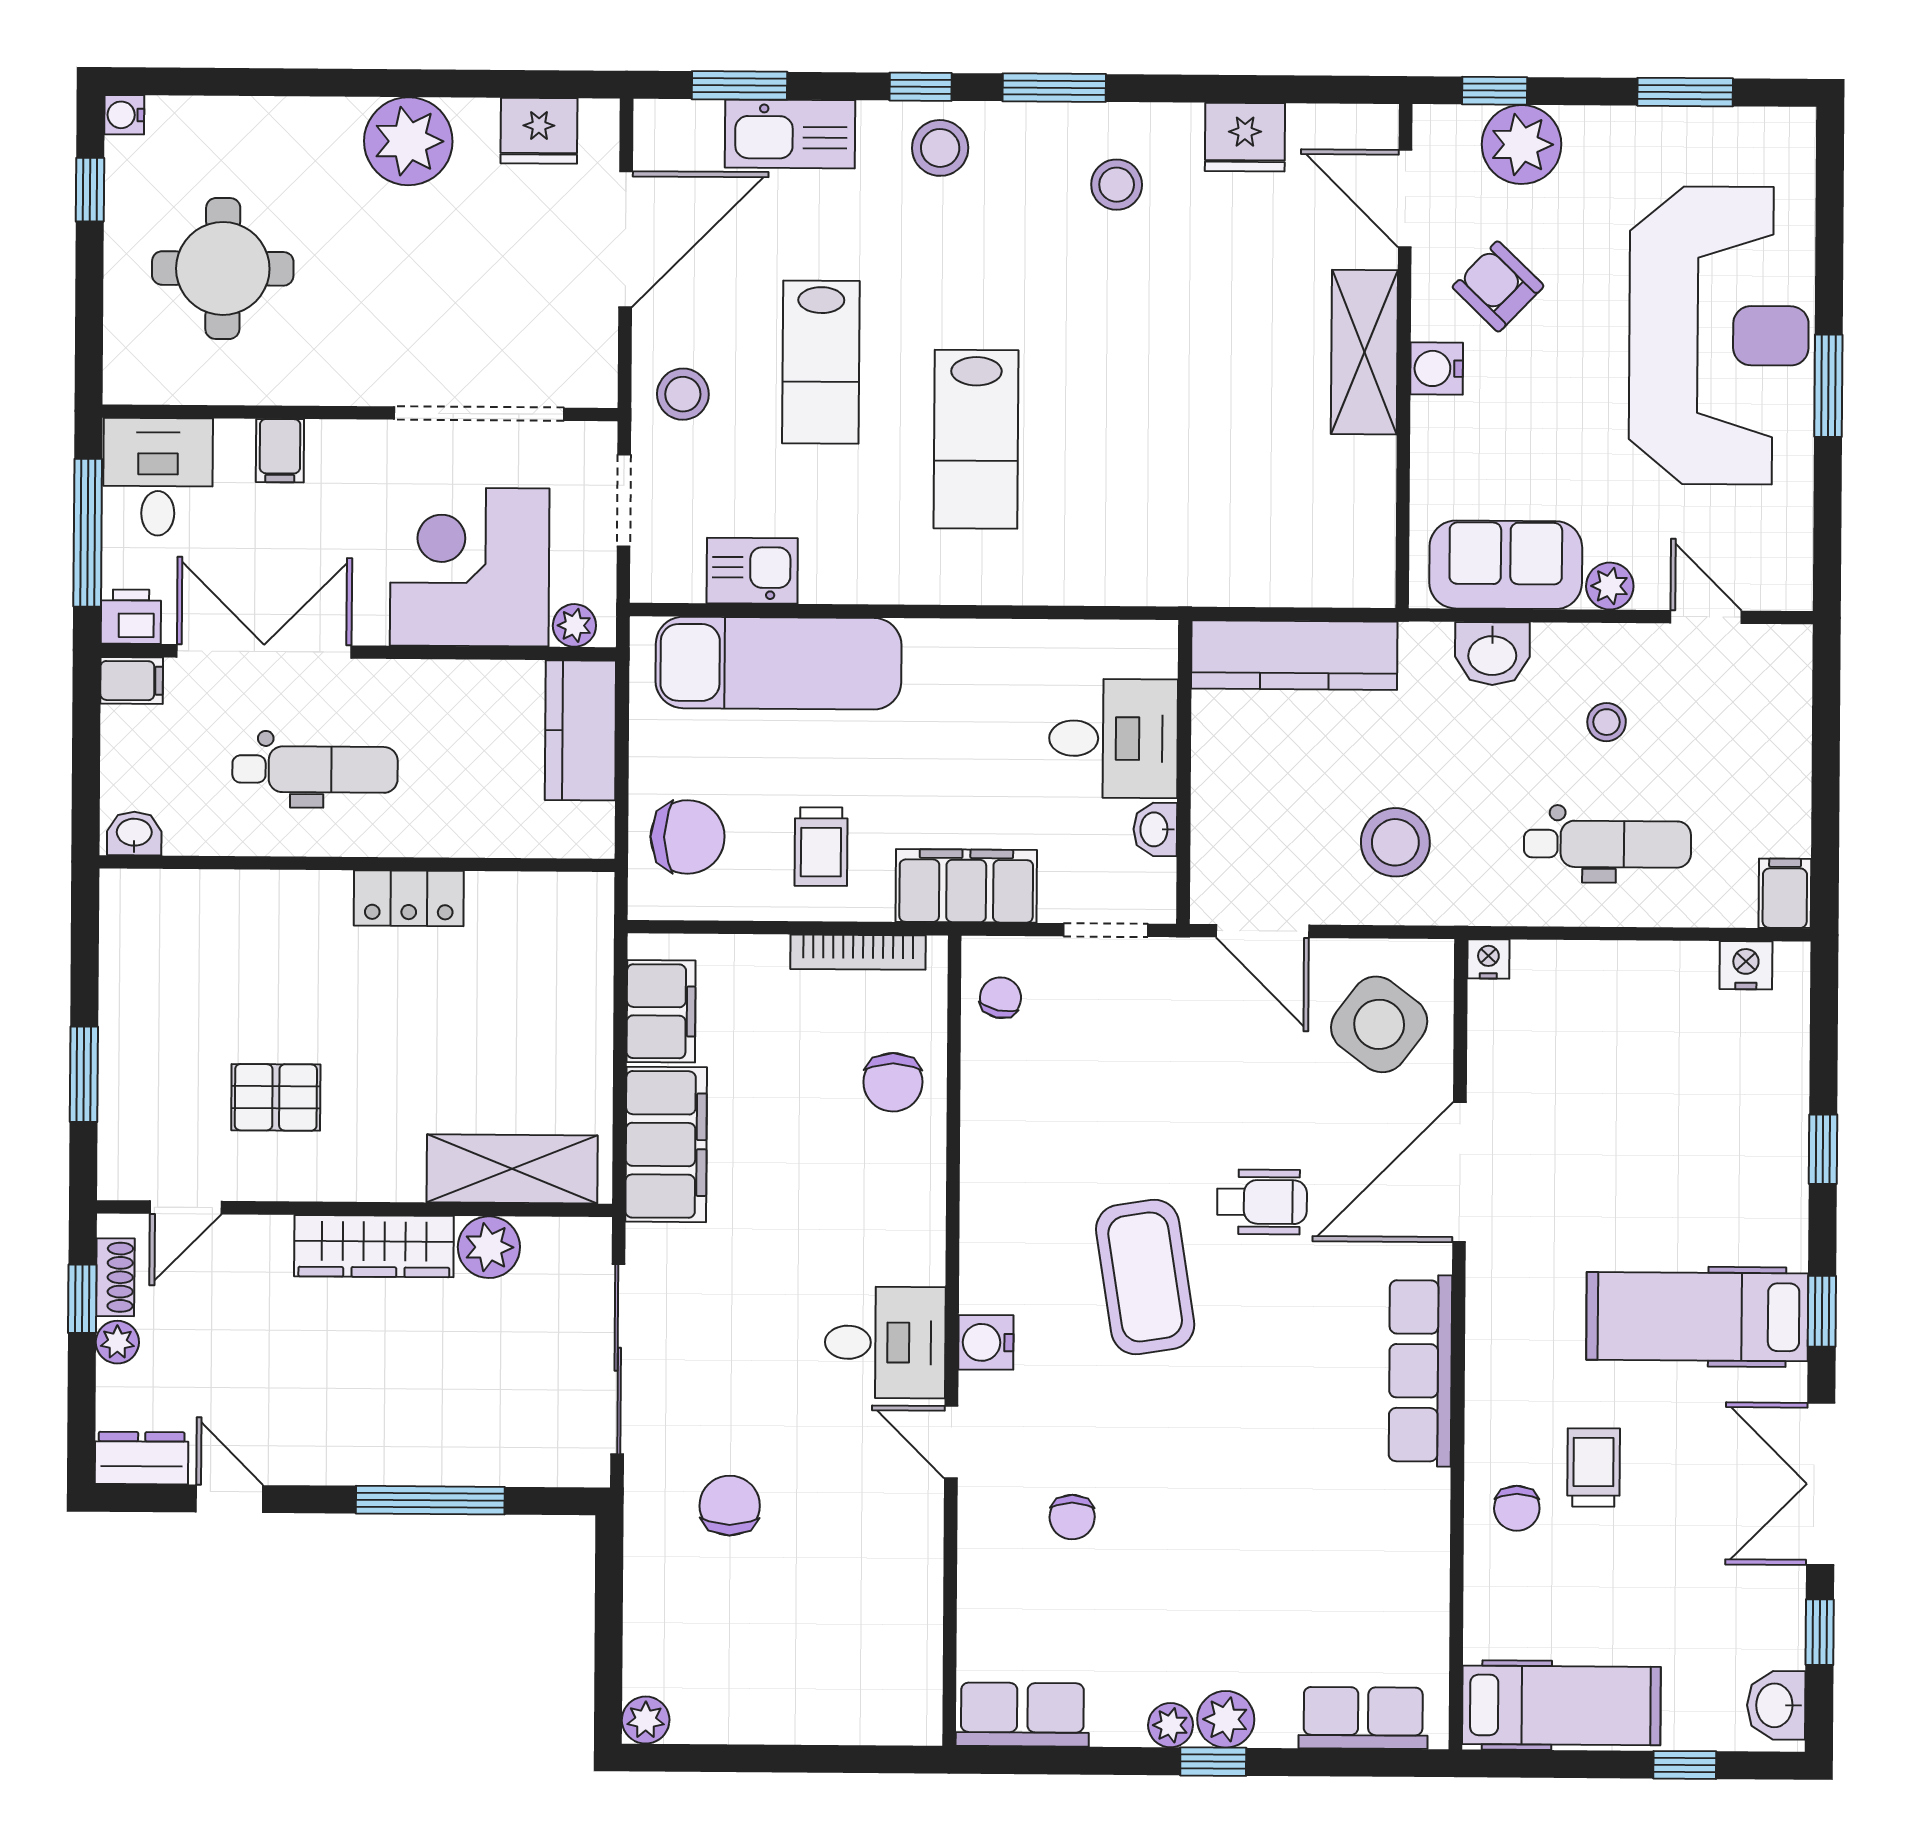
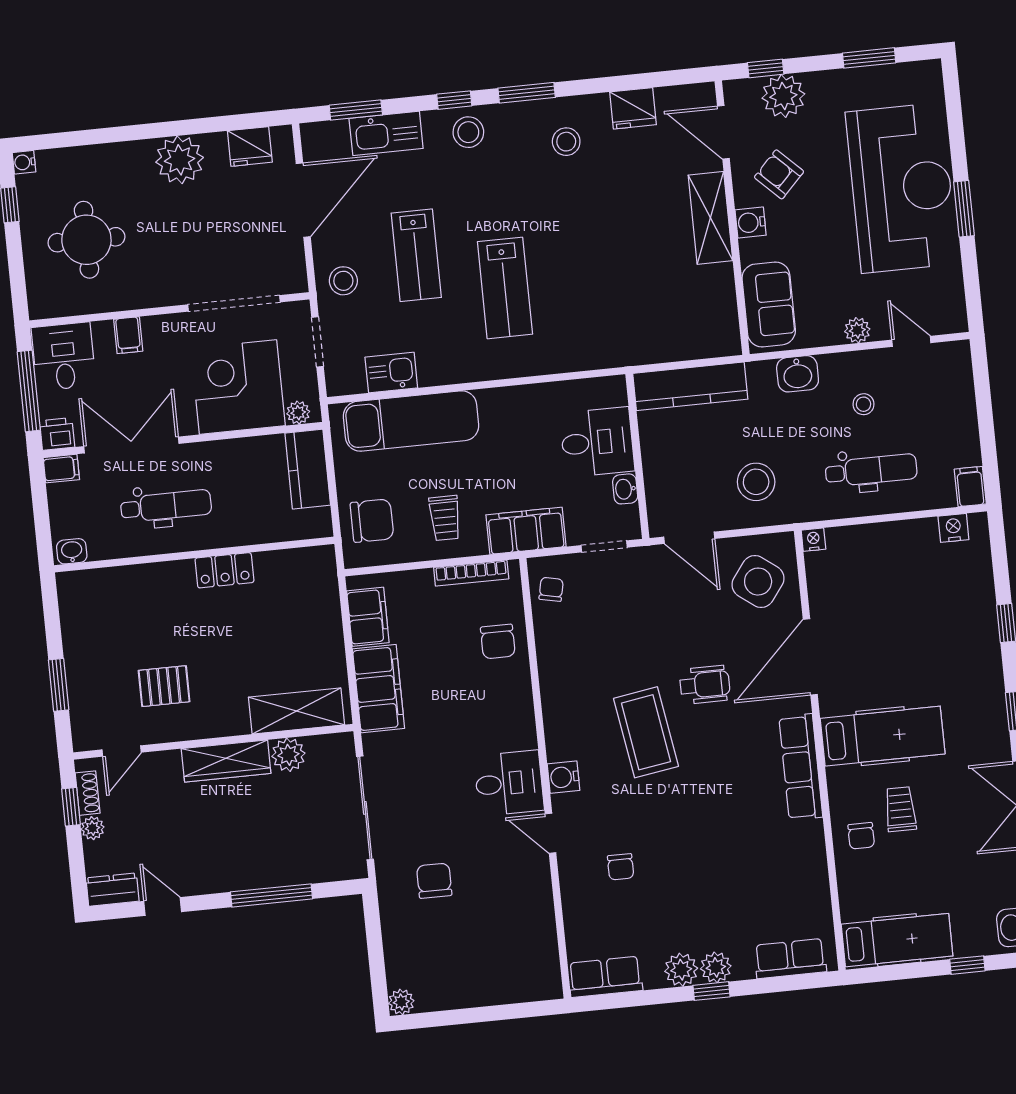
sofa: (1506, 565) -> (769, 304), moved, turned 90
hospital bed: (1697, 1317) -> (883, 736), moved, turned 180
plant: (1171, 1725) -> (681, 970), width x1.38, depth x1.38

